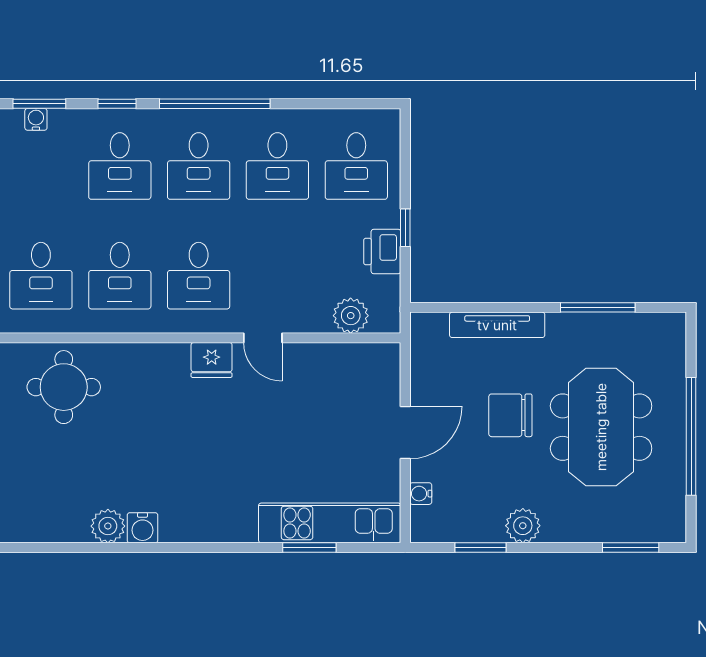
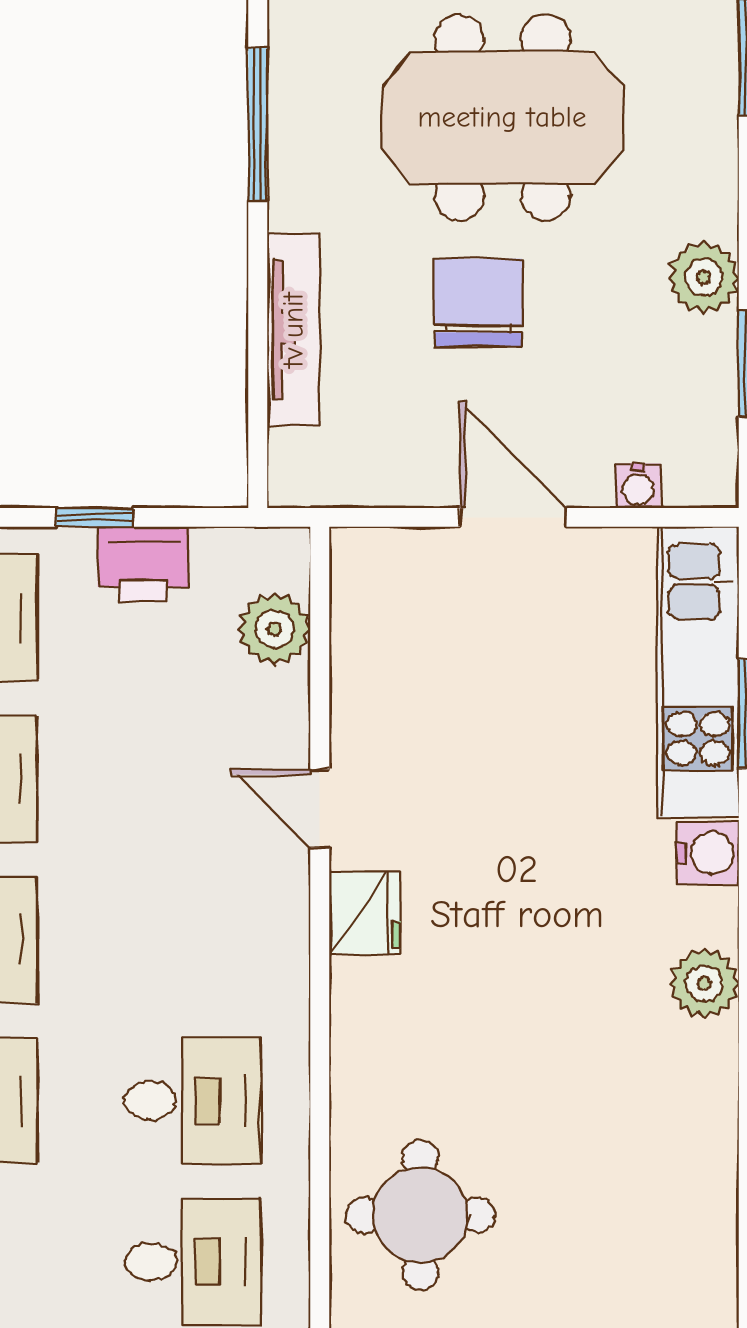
desk: (199, 276) -> (193, 940), removed
door: (263, 338) -> (320, 808), swing flipped
chair: (510, 415) -> (478, 303), turned 180
plant: (108, 526) -> (704, 983), moved
water cooler: (142, 528) -> (708, 853), moved

